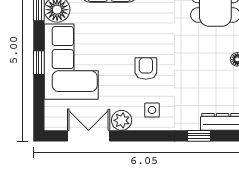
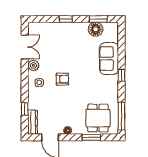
corner sofa: (71, 62) -> (66, 37), removed

